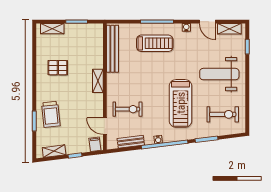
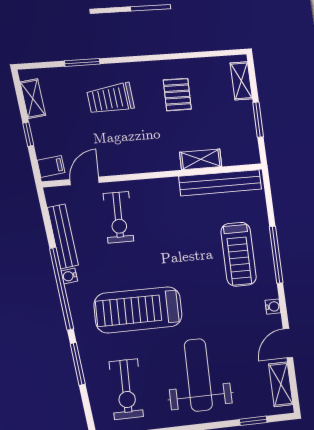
shelving: (98, 81) -> (201, 159), moved
trolley: (51, 114) -> (110, 99), moved
bench: (131, 142) -> (63, 236), width x1.36

